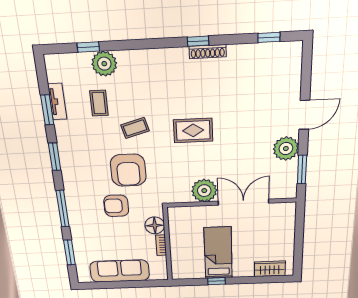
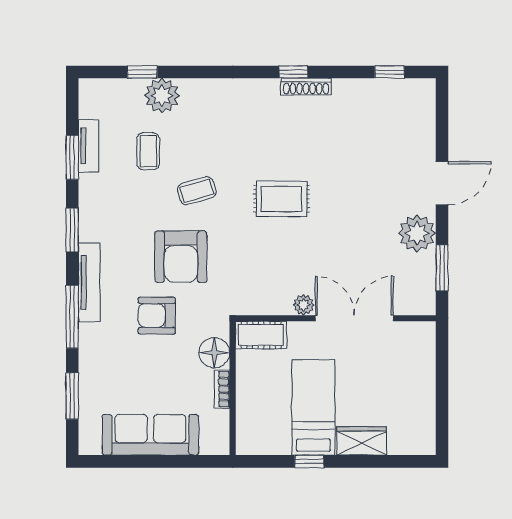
tv unit: (70, 188) -> (89, 282), added
plant: (204, 191) -> (304, 305), width x0.53, depth x0.53
cot: (184, 214) -> (261, 335), added
wardrobe: (270, 269) -> (362, 441), moved

